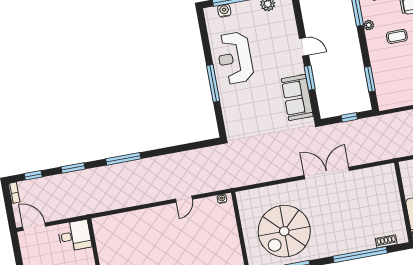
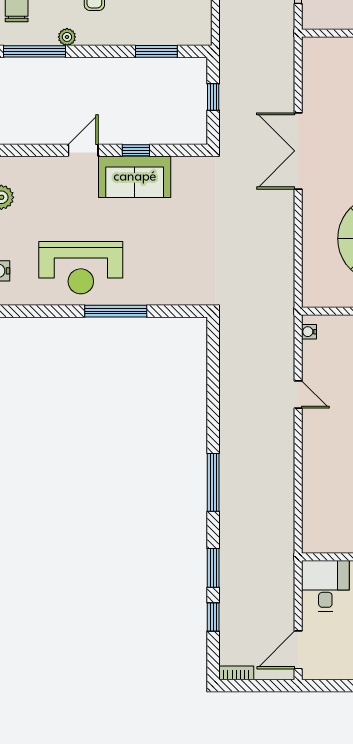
window: (310, 78) -> (136, 150), width x0.67
sofa: (297, 97) -> (135, 177), moved
window: (33, 175) -> (213, 617), moved

